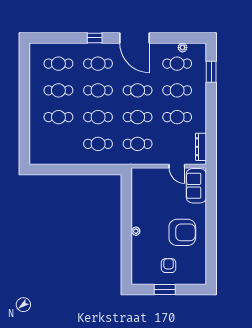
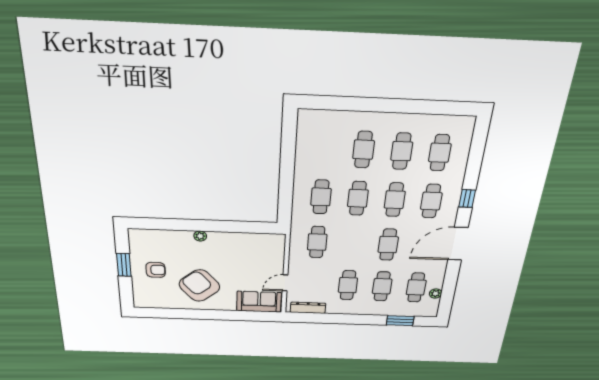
cafe table: (138, 117) -> (353, 243), removed
armchair: (182, 232) -> (199, 286), turned 140

